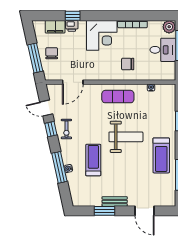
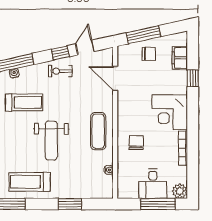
printer: (72, 26) -> (181, 77), removed

